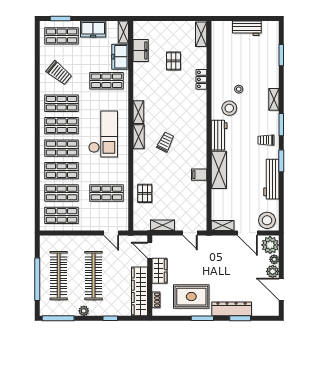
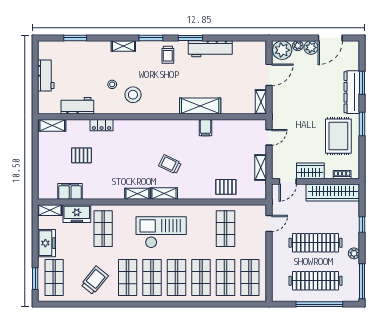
workbench: (219, 135) -> (77, 106), moved
stool: (267, 220) -> (255, 54), removed

